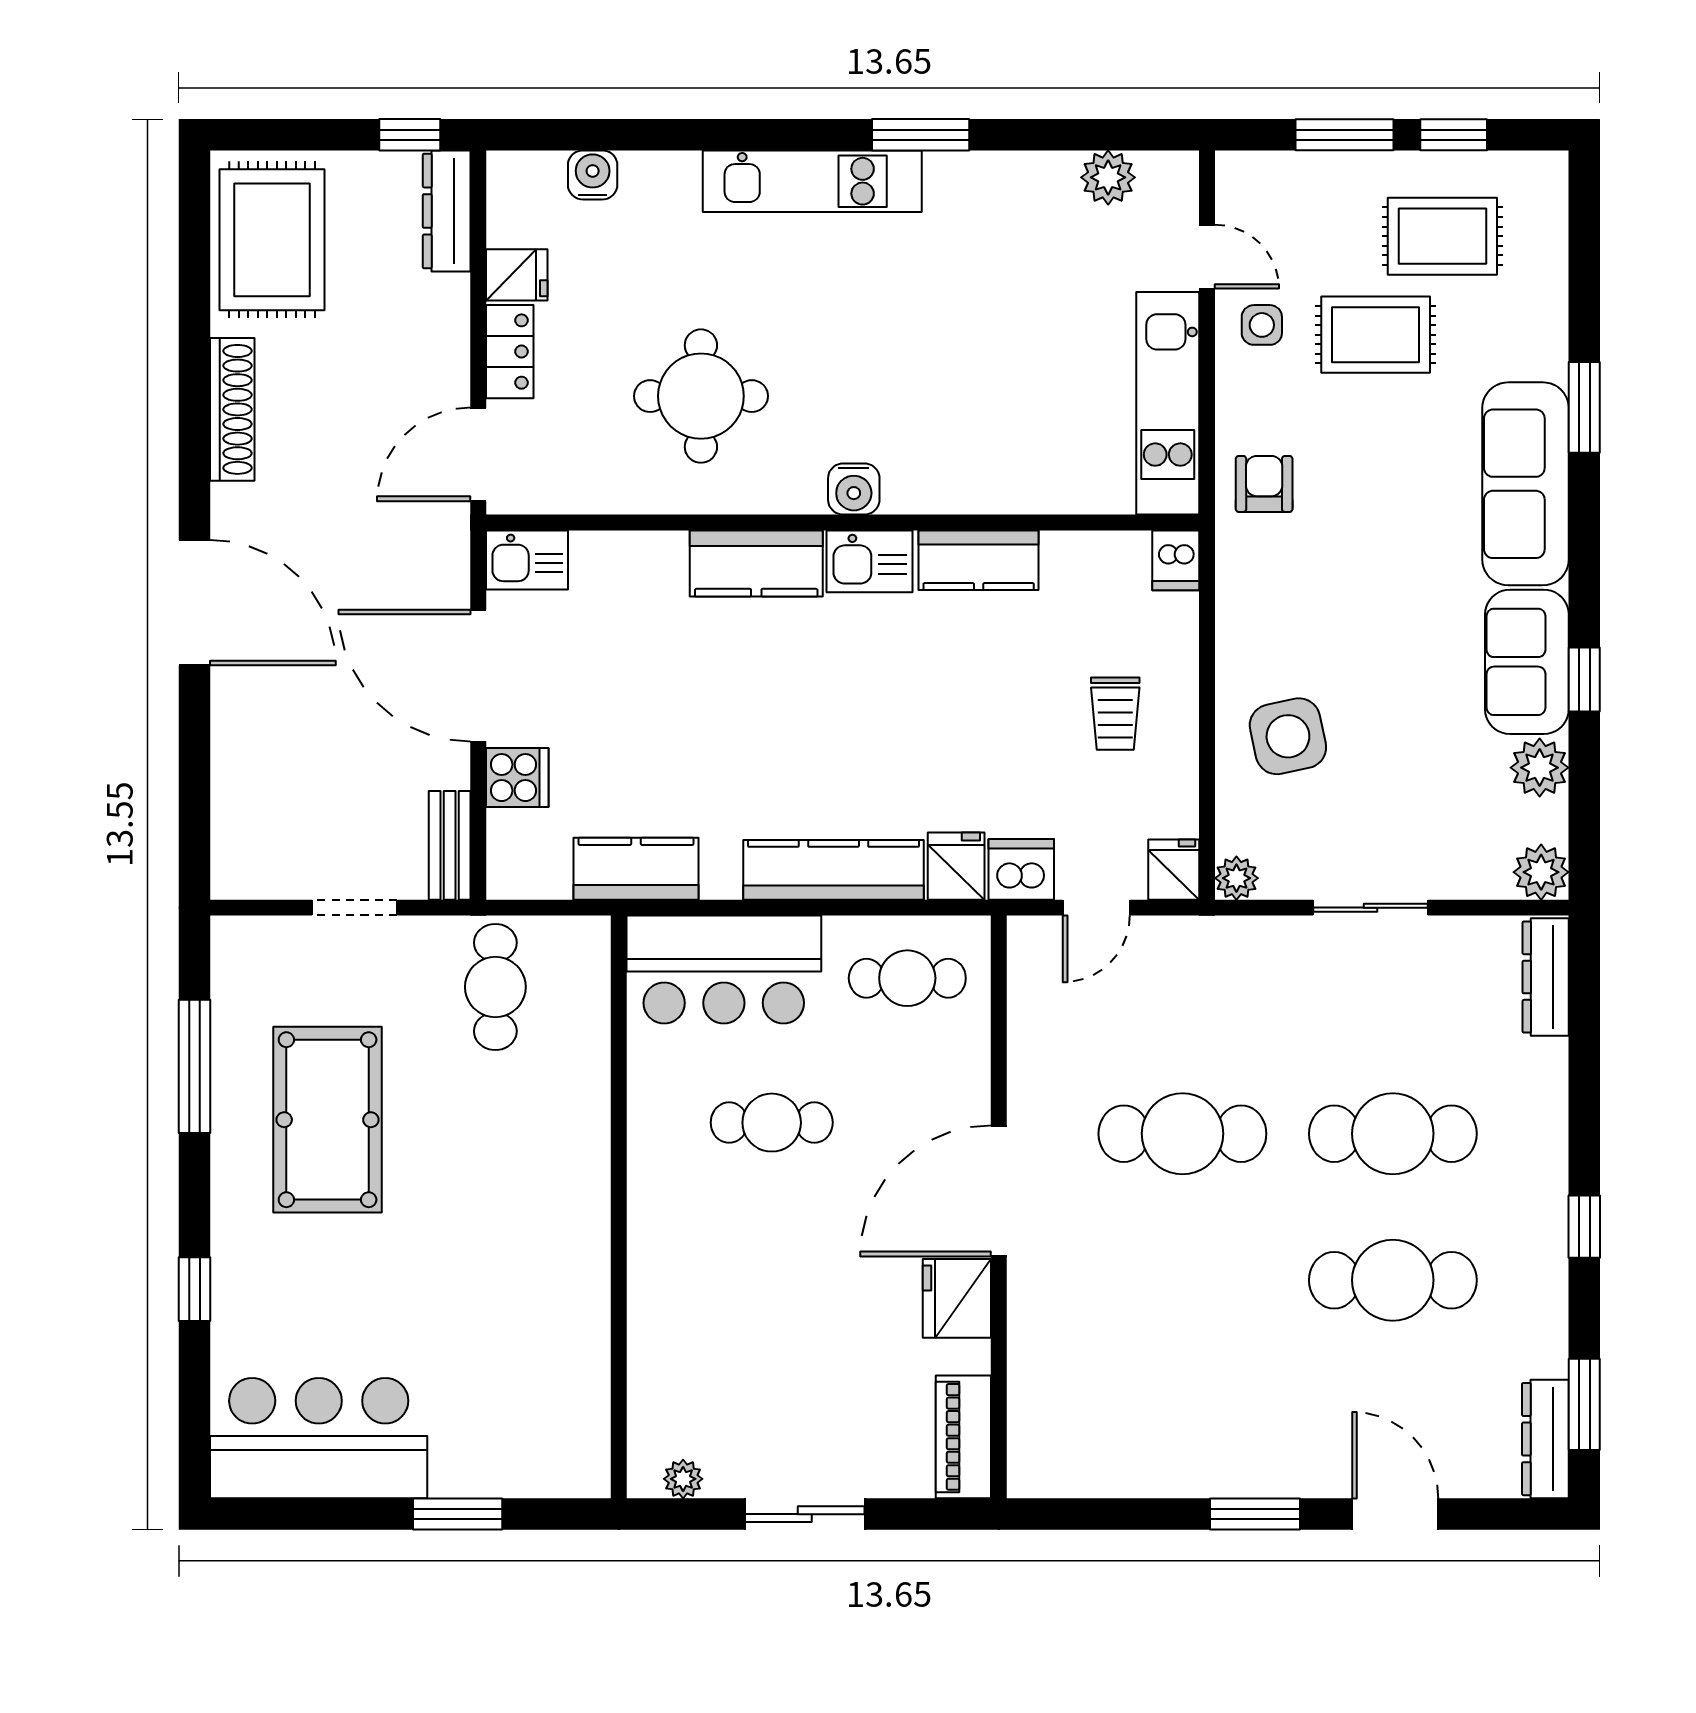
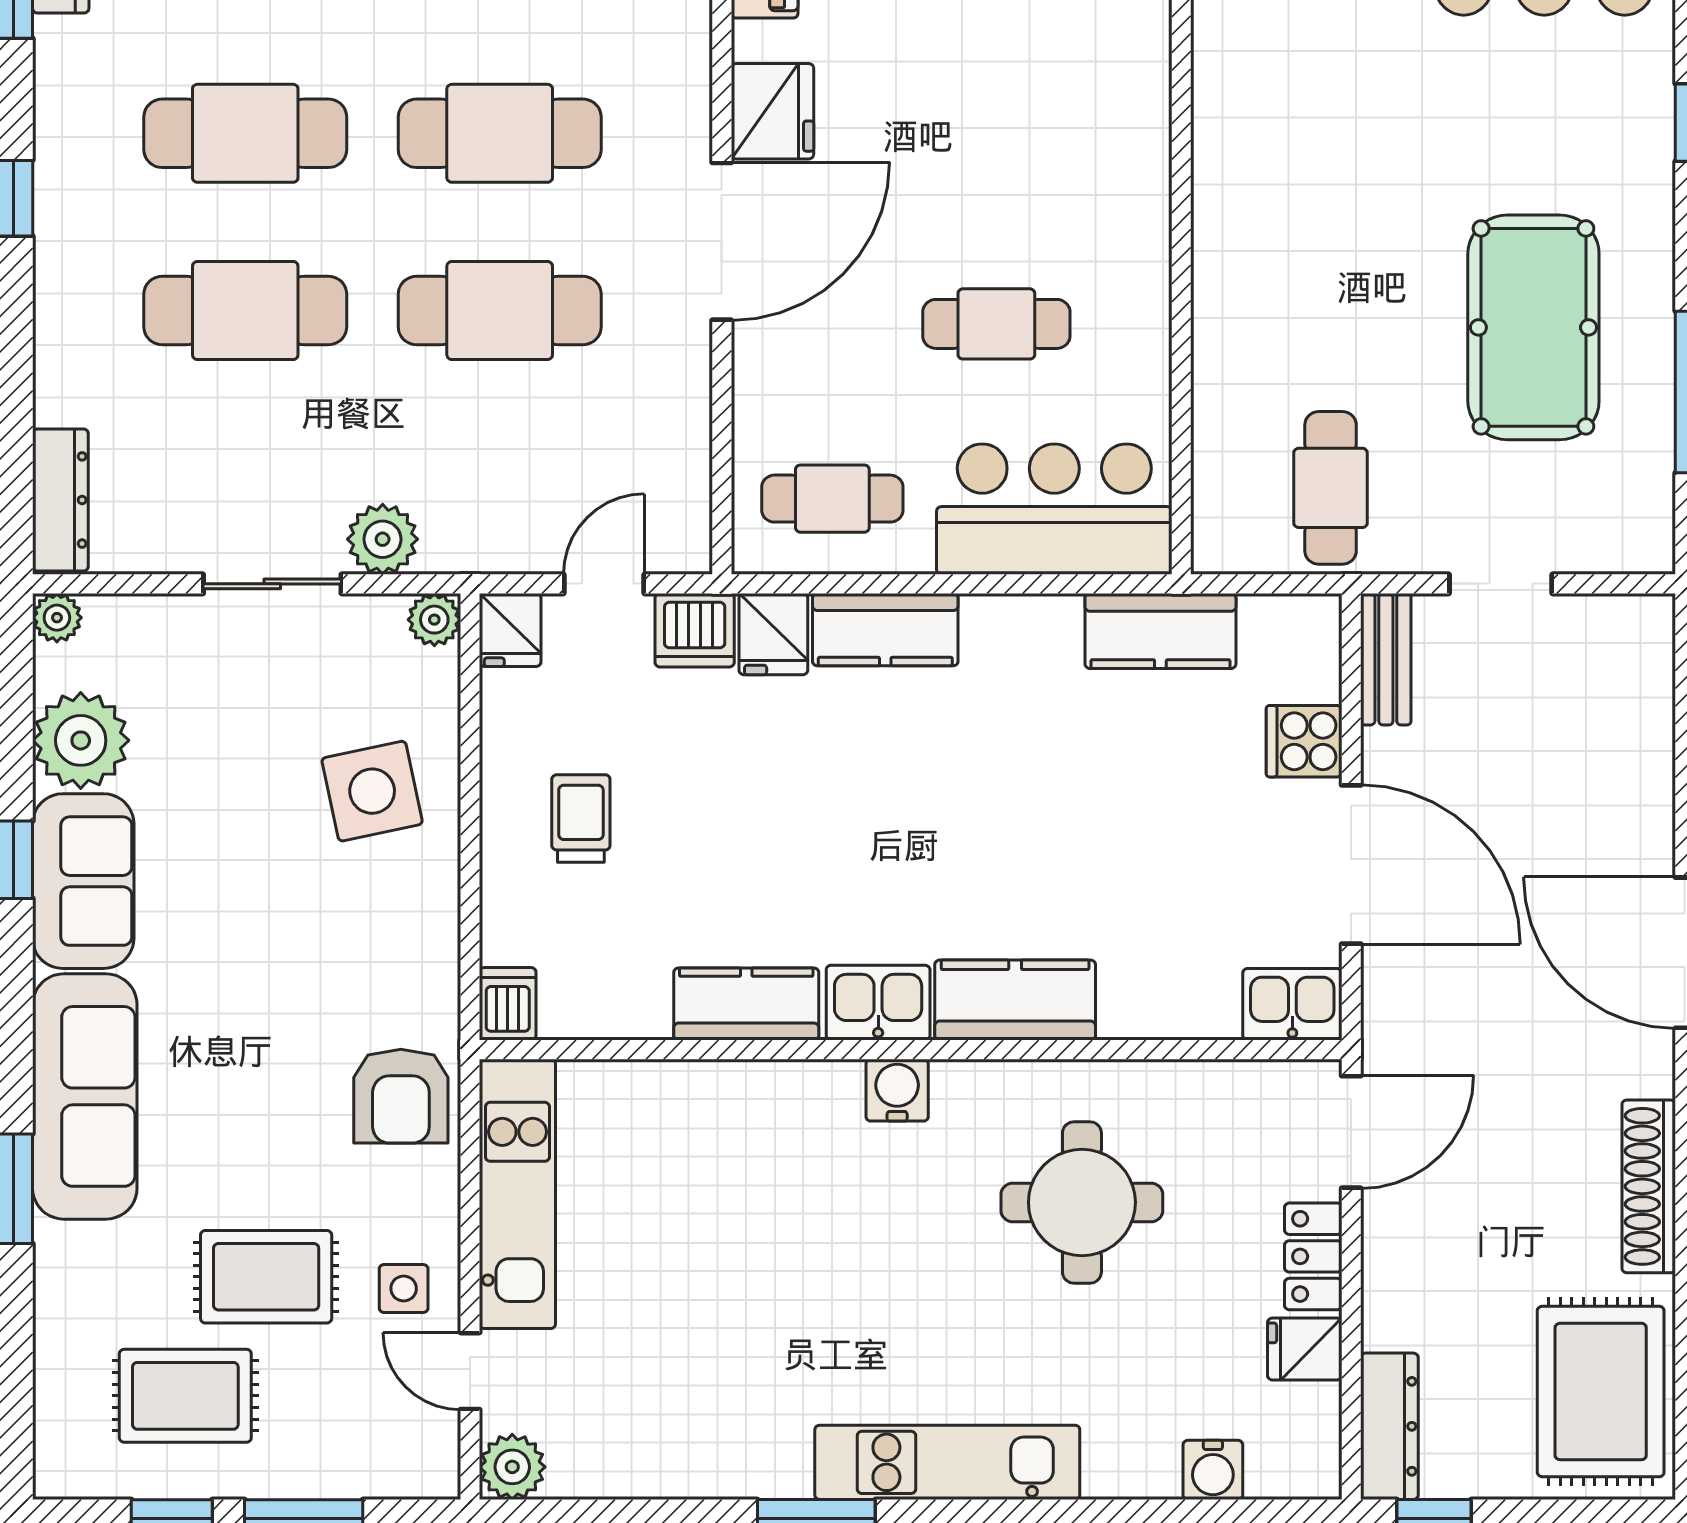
plant: (1108, 177) -> (512, 1467), moved
armchair: (1264, 484) -> (401, 1096), width x1.38, depth x1.38
plant: (1540, 768) -> (81, 740), width x1.36, depth x1.36
kitchen counter: (834, 870) -> (885, 630), width x0.67
plant: (1541, 872) -> (57, 618), width x0.73, depth x0.73
plant: (1279, 945) -> (383, 539), added
cafe table: (1182, 1280) -> (500, 133), added

